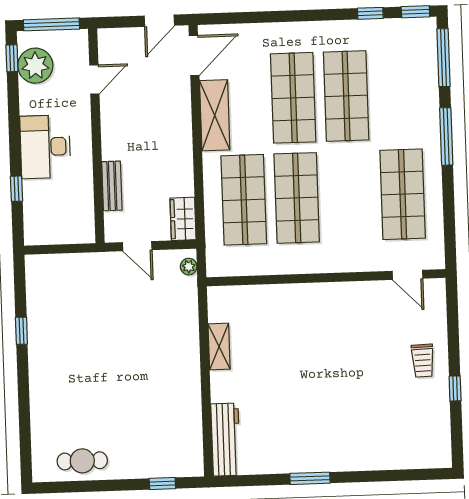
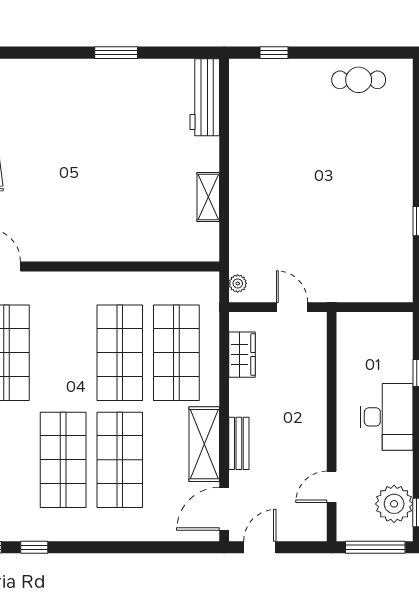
bench: (112, 186) -> (239, 443), moved
wardrobe: (183, 219) -> (242, 355), moved

